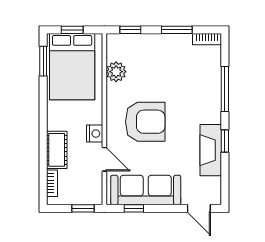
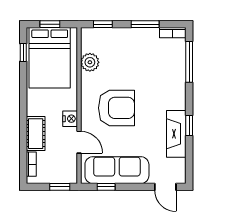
window: (43, 61) -> (23, 53), width x0.67
window: (225, 89) -> (189, 62), moved

